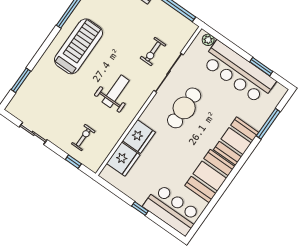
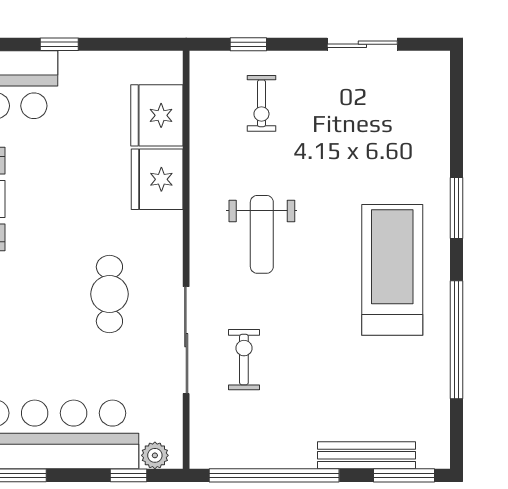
window: (222, 39) -> (129, 475), added
treadmill: (79, 46) -> (392, 270), turned 180
window: (21, 80) -> (456, 208), moved
cafe table: (184, 108) -> (109, 294), width x0.73, depth x0.74

